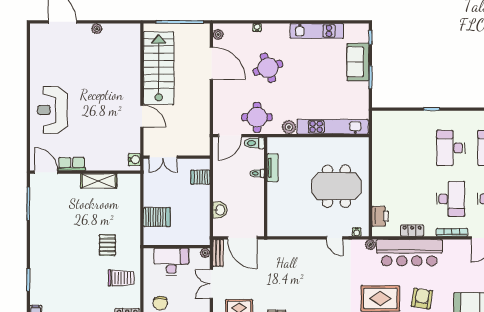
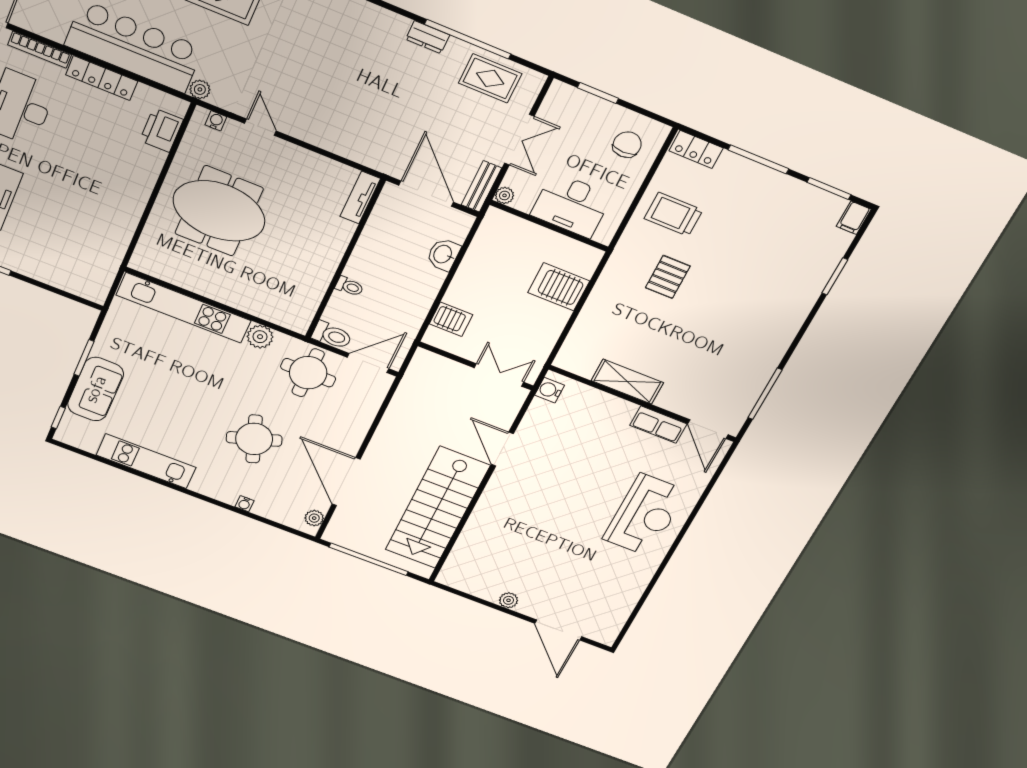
tv unit: (273, 168) -> (360, 197), moved
locker: (412, 231) -> (102, 78), width x1.53

